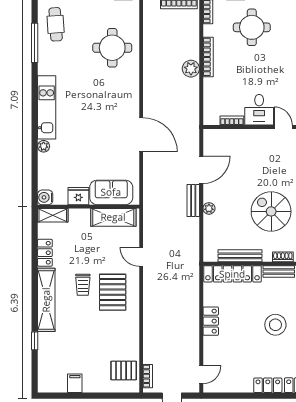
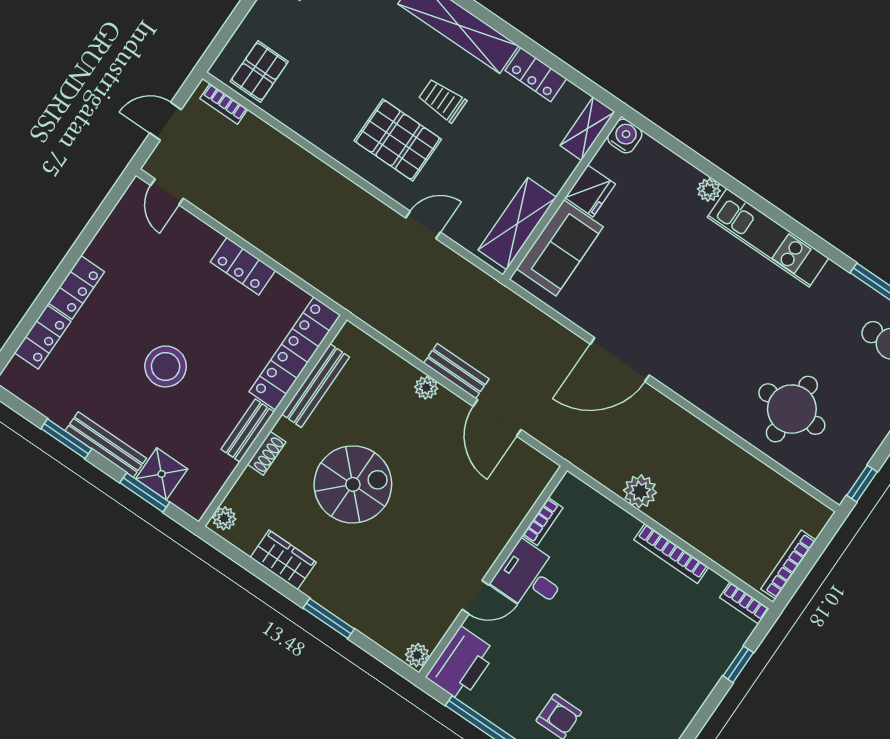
round table: (252, 27) -> (671, 656), removed
plant: (191, 69) -> (640, 491), moved

